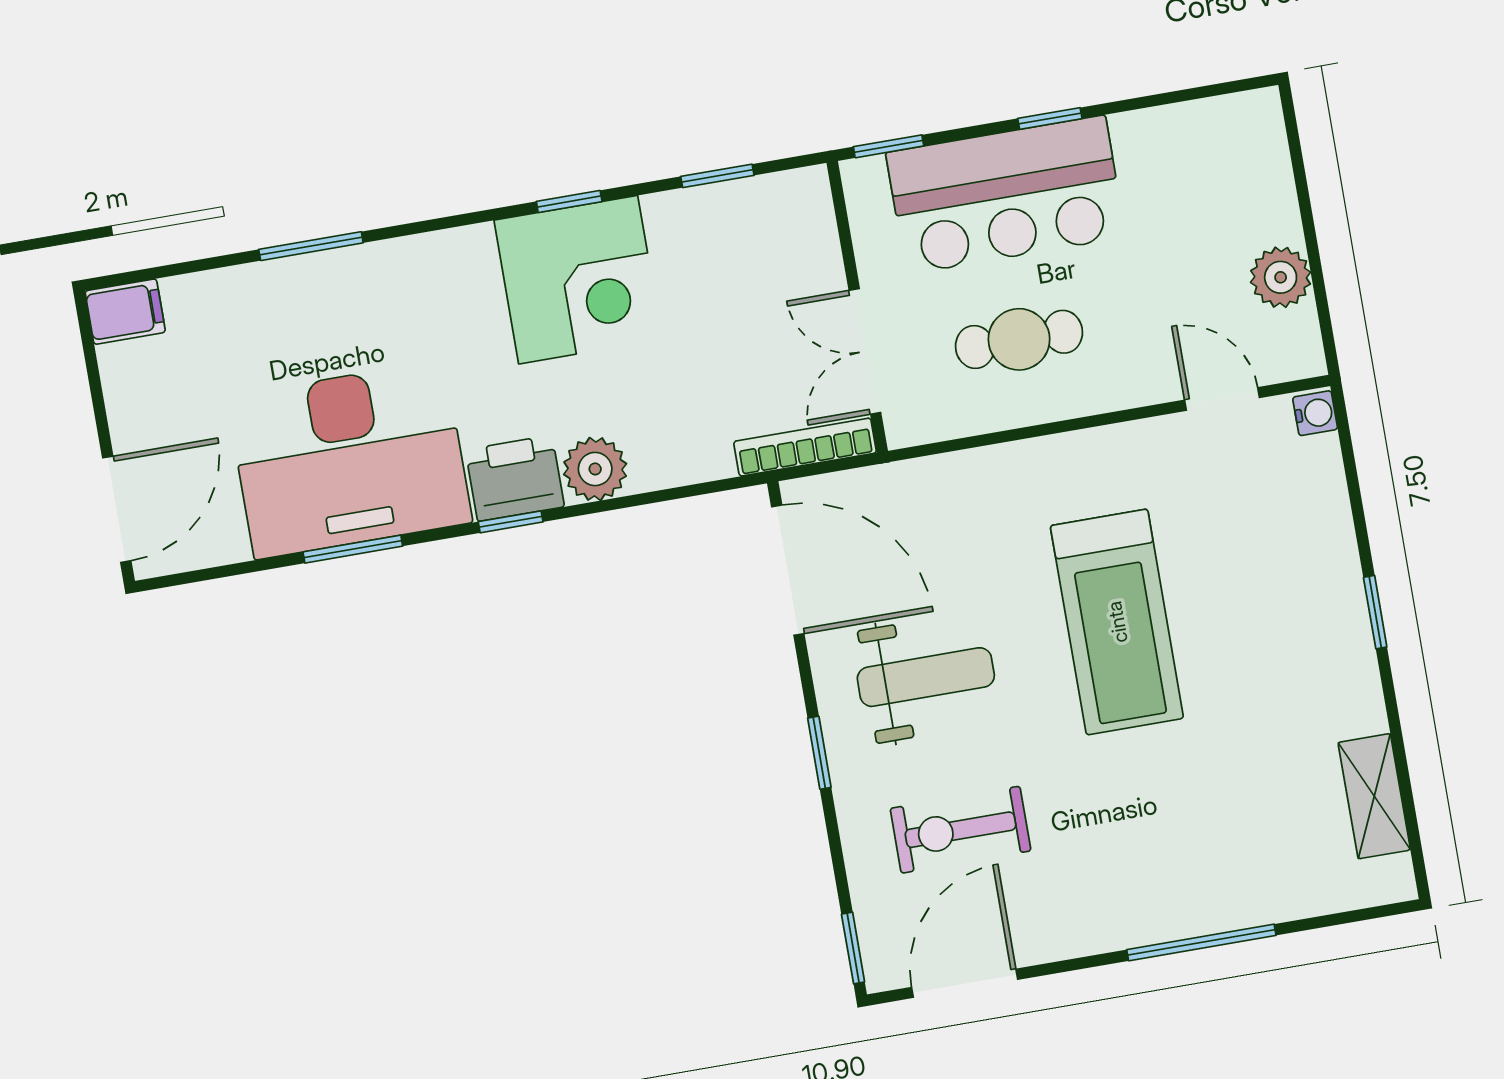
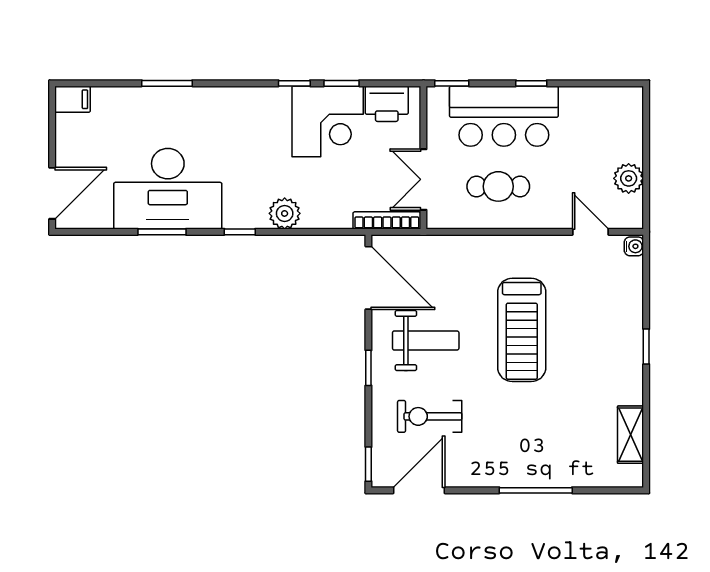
window: (717, 176) -> (342, 83), moved
corner desk: (578, 280) -> (328, 121), moved
printer: (515, 478) -> (387, 104), moved, turned 180

